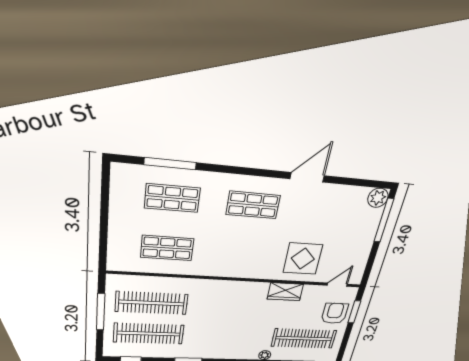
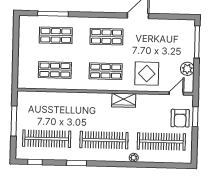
plant: (378, 198) -> (187, 69), moved
shop shelf: (244, 253) -> (106, 71), added
wardrobe: (285, 292) -> (124, 100), moved
clothes rail: (152, 303) -> (104, 140), moved
armchair: (335, 313) -> (180, 118), turned 180

